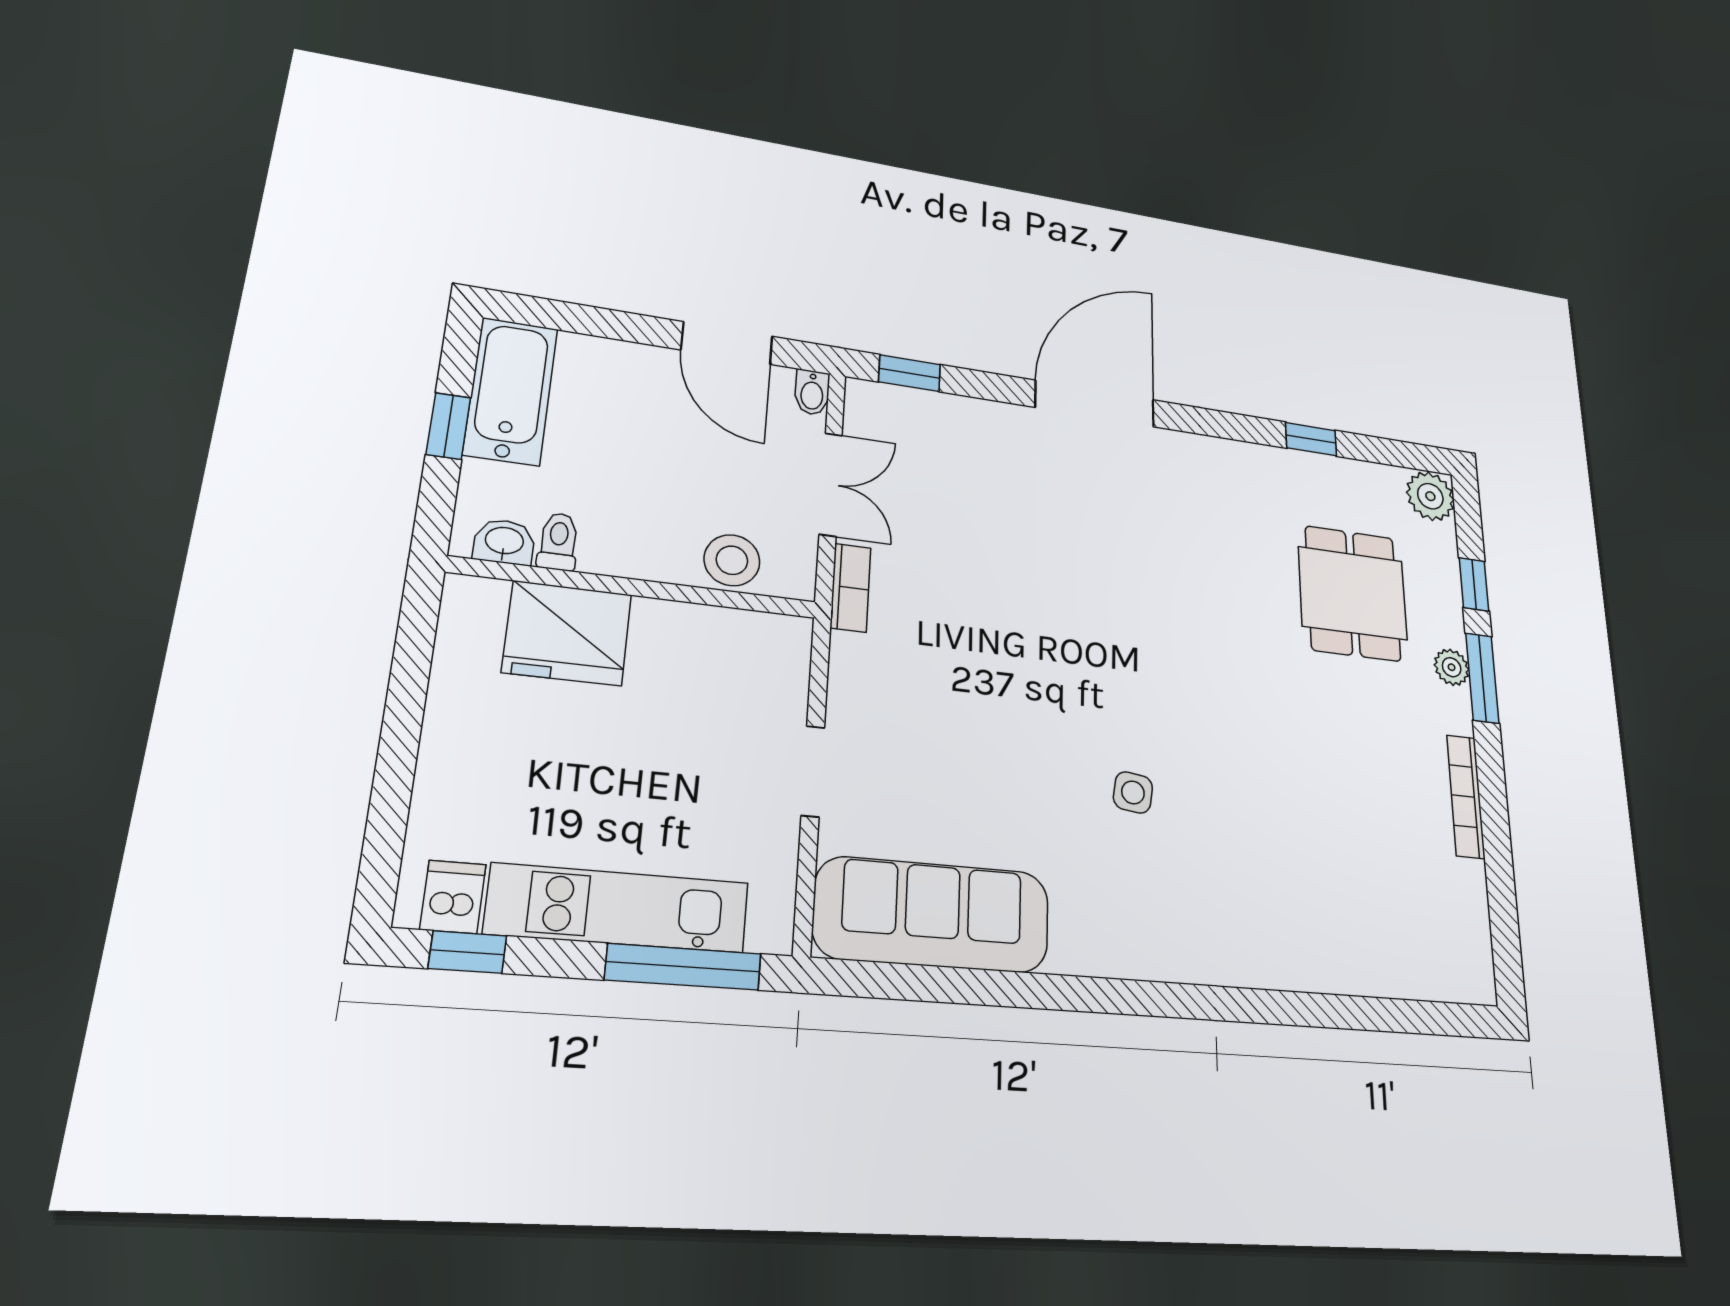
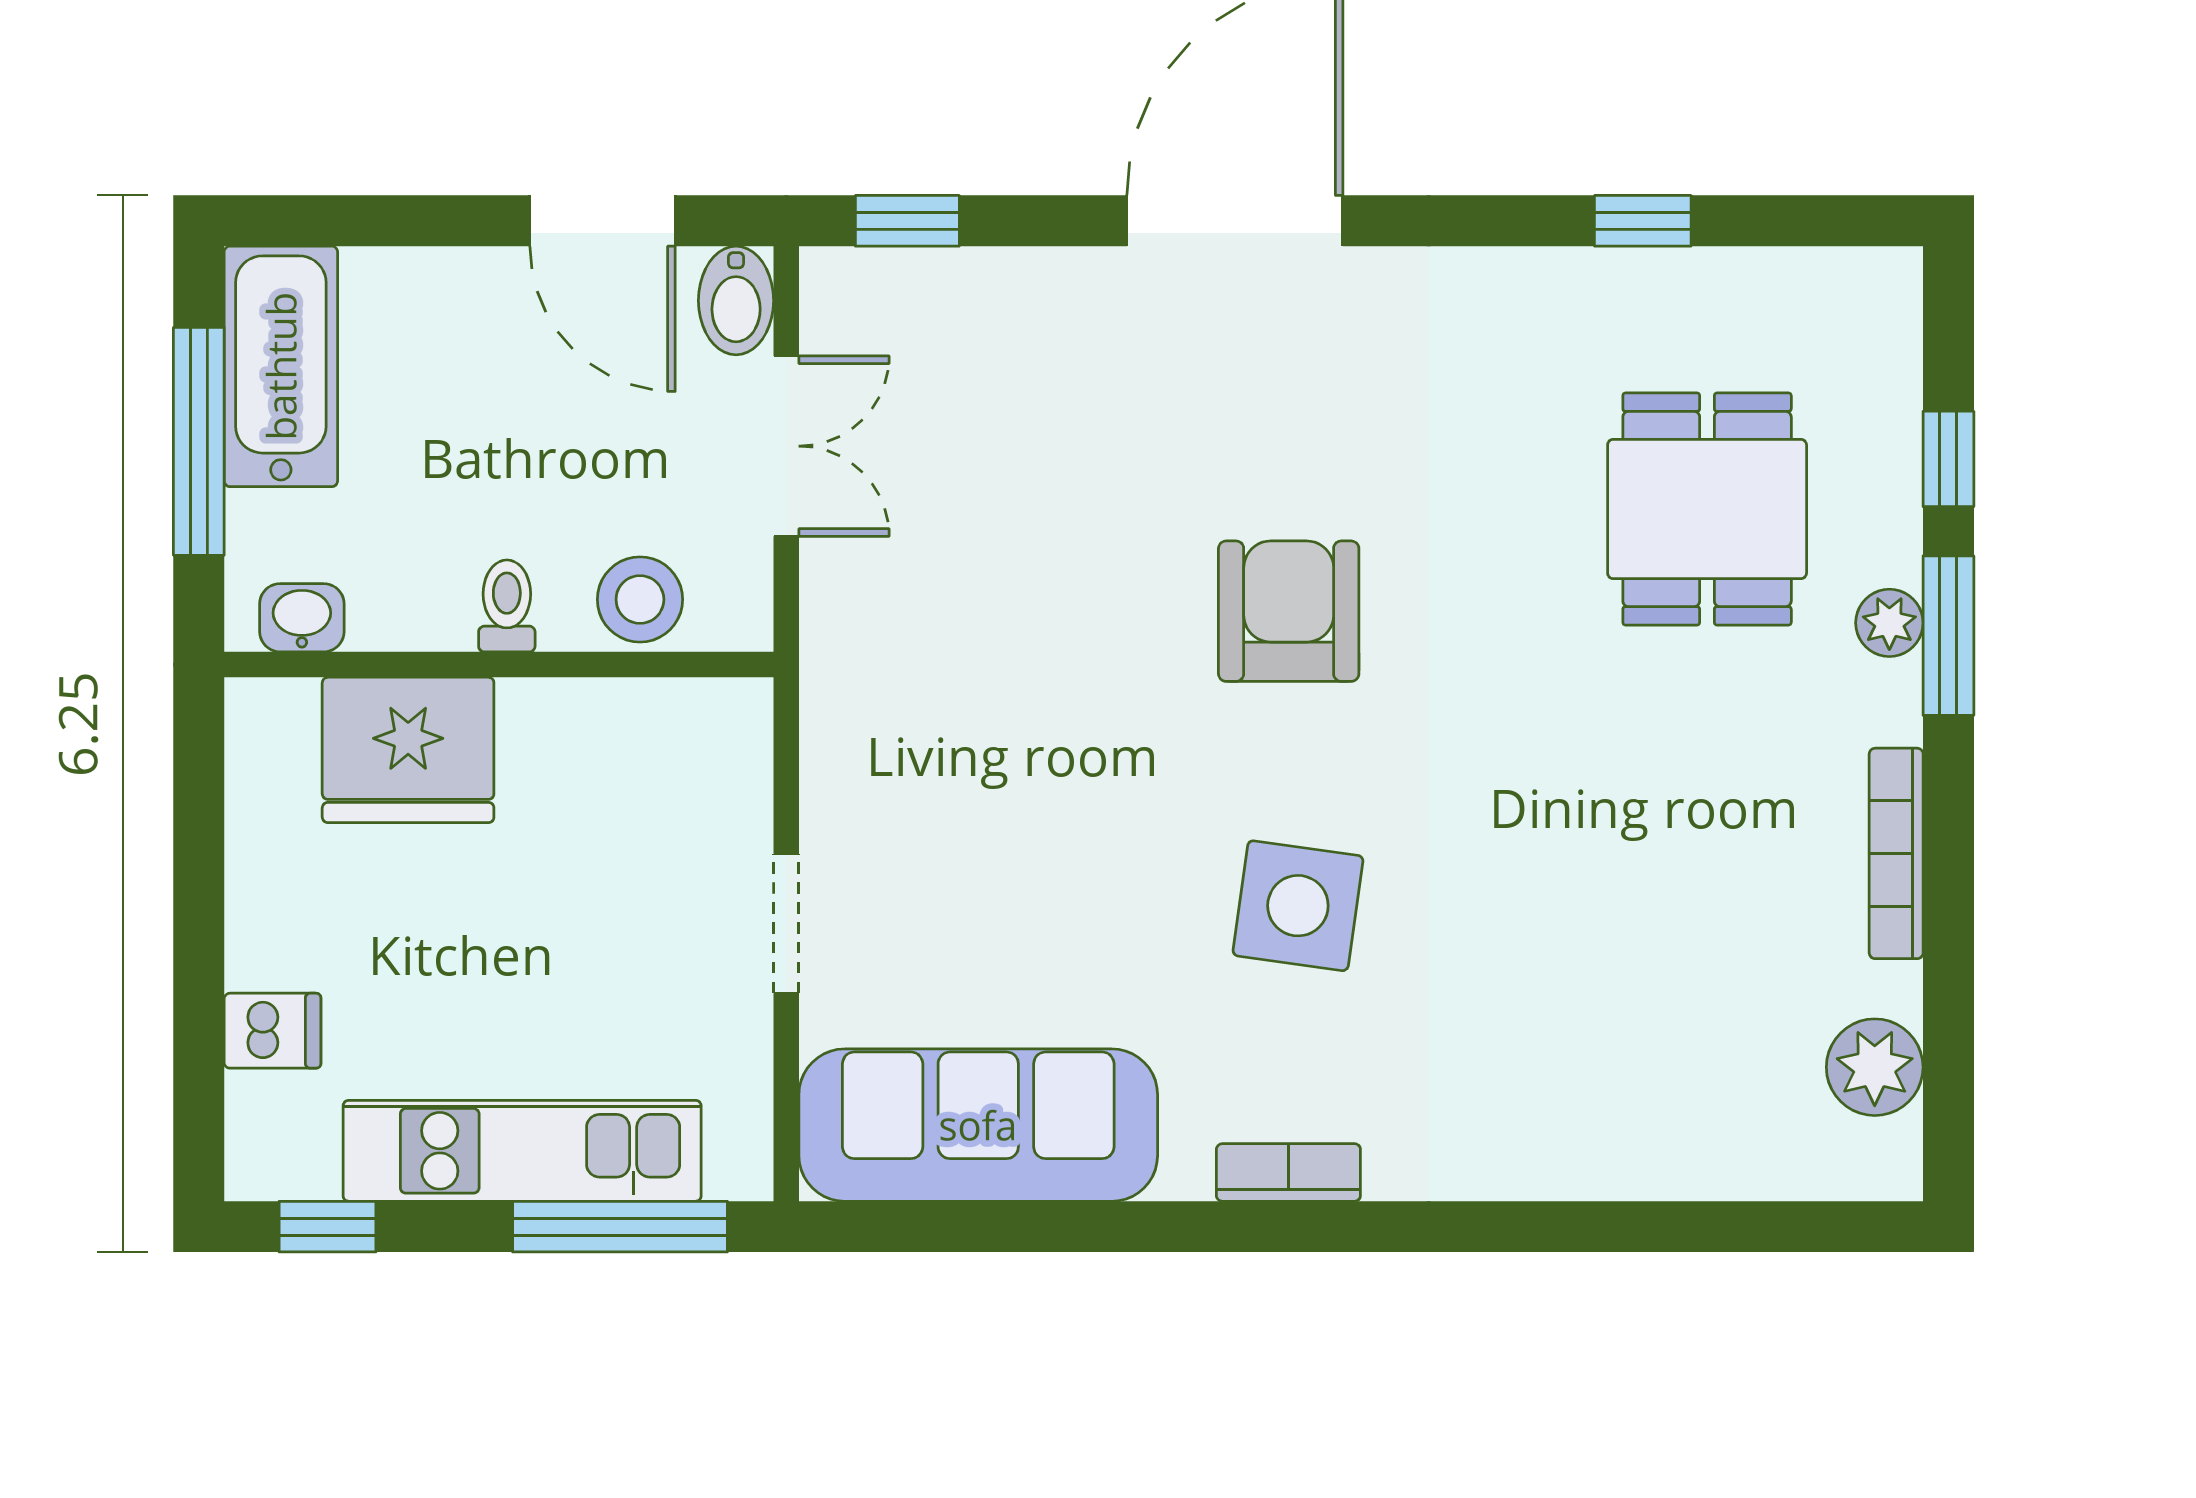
bidet: (812, 392) -> (736, 301), width x1.38, depth x1.36
window: (448, 426) -> (199, 441), width x2.17
plant: (1430, 496) -> (1875, 1067), moved
toilet: (558, 541) -> (507, 606), moved
bookcase: (850, 588) -> (1288, 1172), moved, turned -90
armchair: (1126, 619) -> (1289, 611), added
side table: (1133, 792) -> (1298, 906), width x1.87, depth x1.87
dishwasher: (453, 897) -> (273, 1031), moved, turned 90

